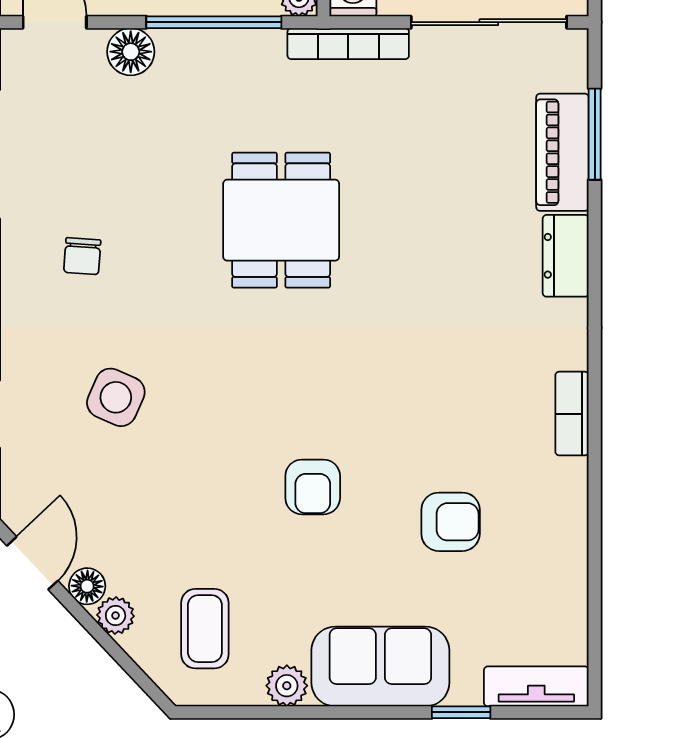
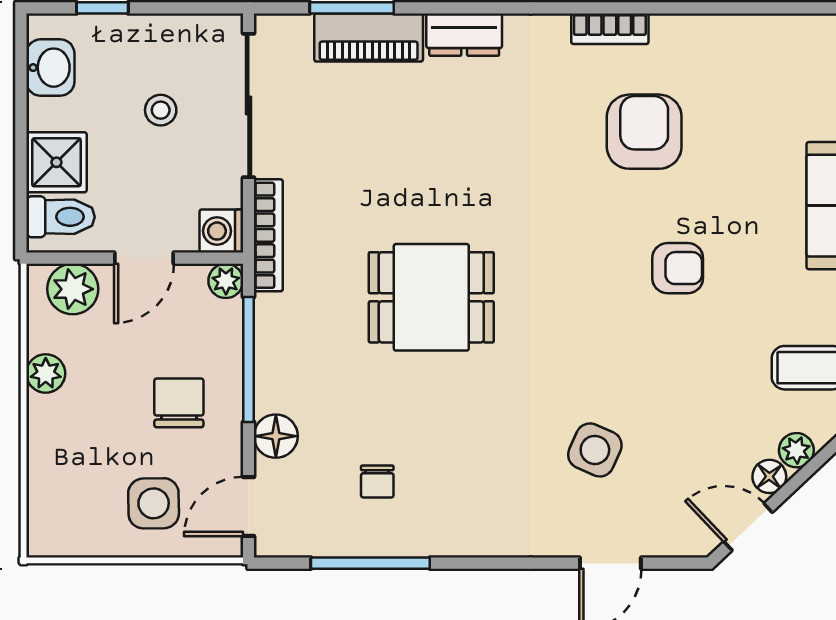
chair: (82, 256) -> (377, 481), moved, turned 86
armchair: (451, 522) -> (644, 132), moved, width x1.38, depth x1.38

